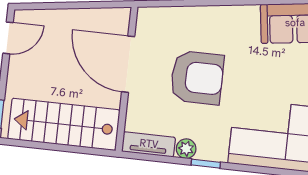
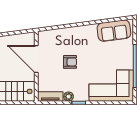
armchair: (197, 78) -> (70, 62), width x0.53, depth x0.53

